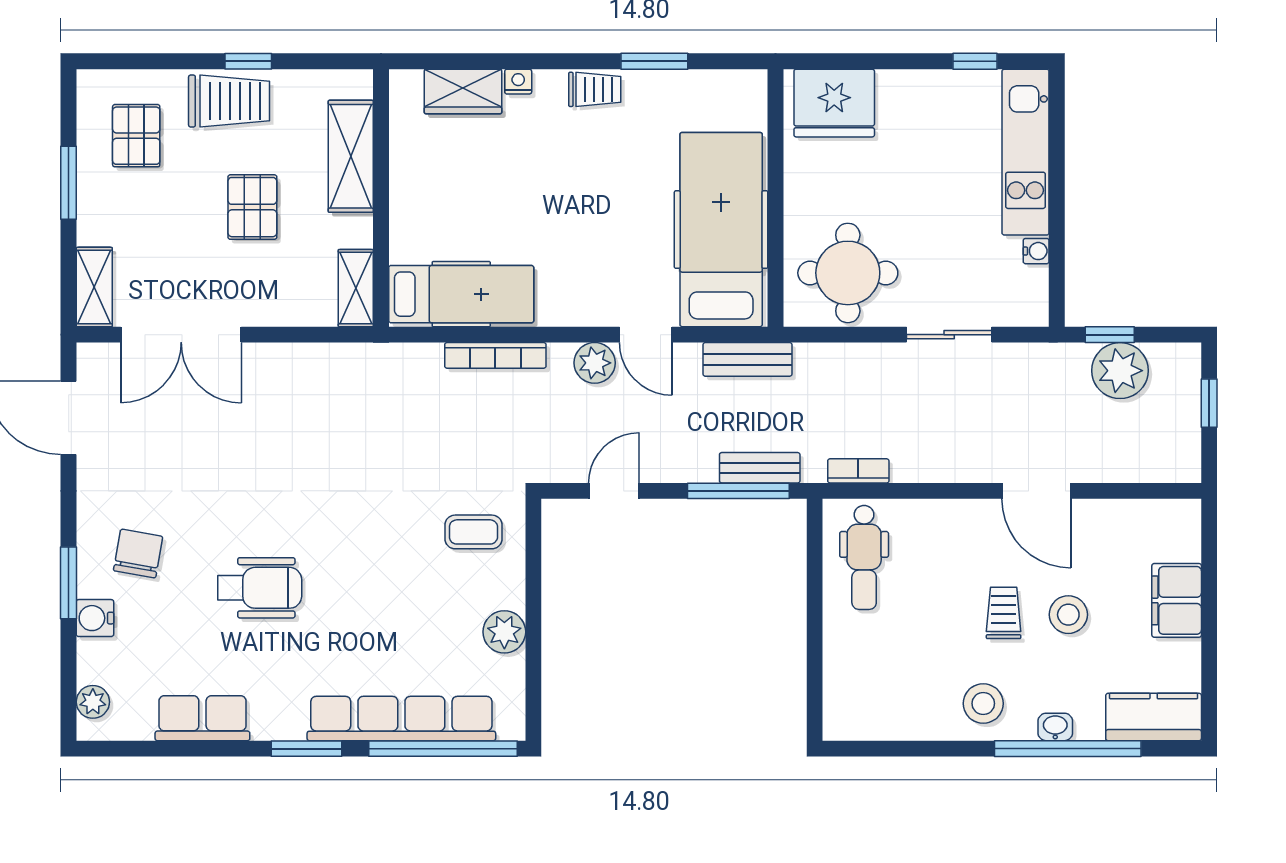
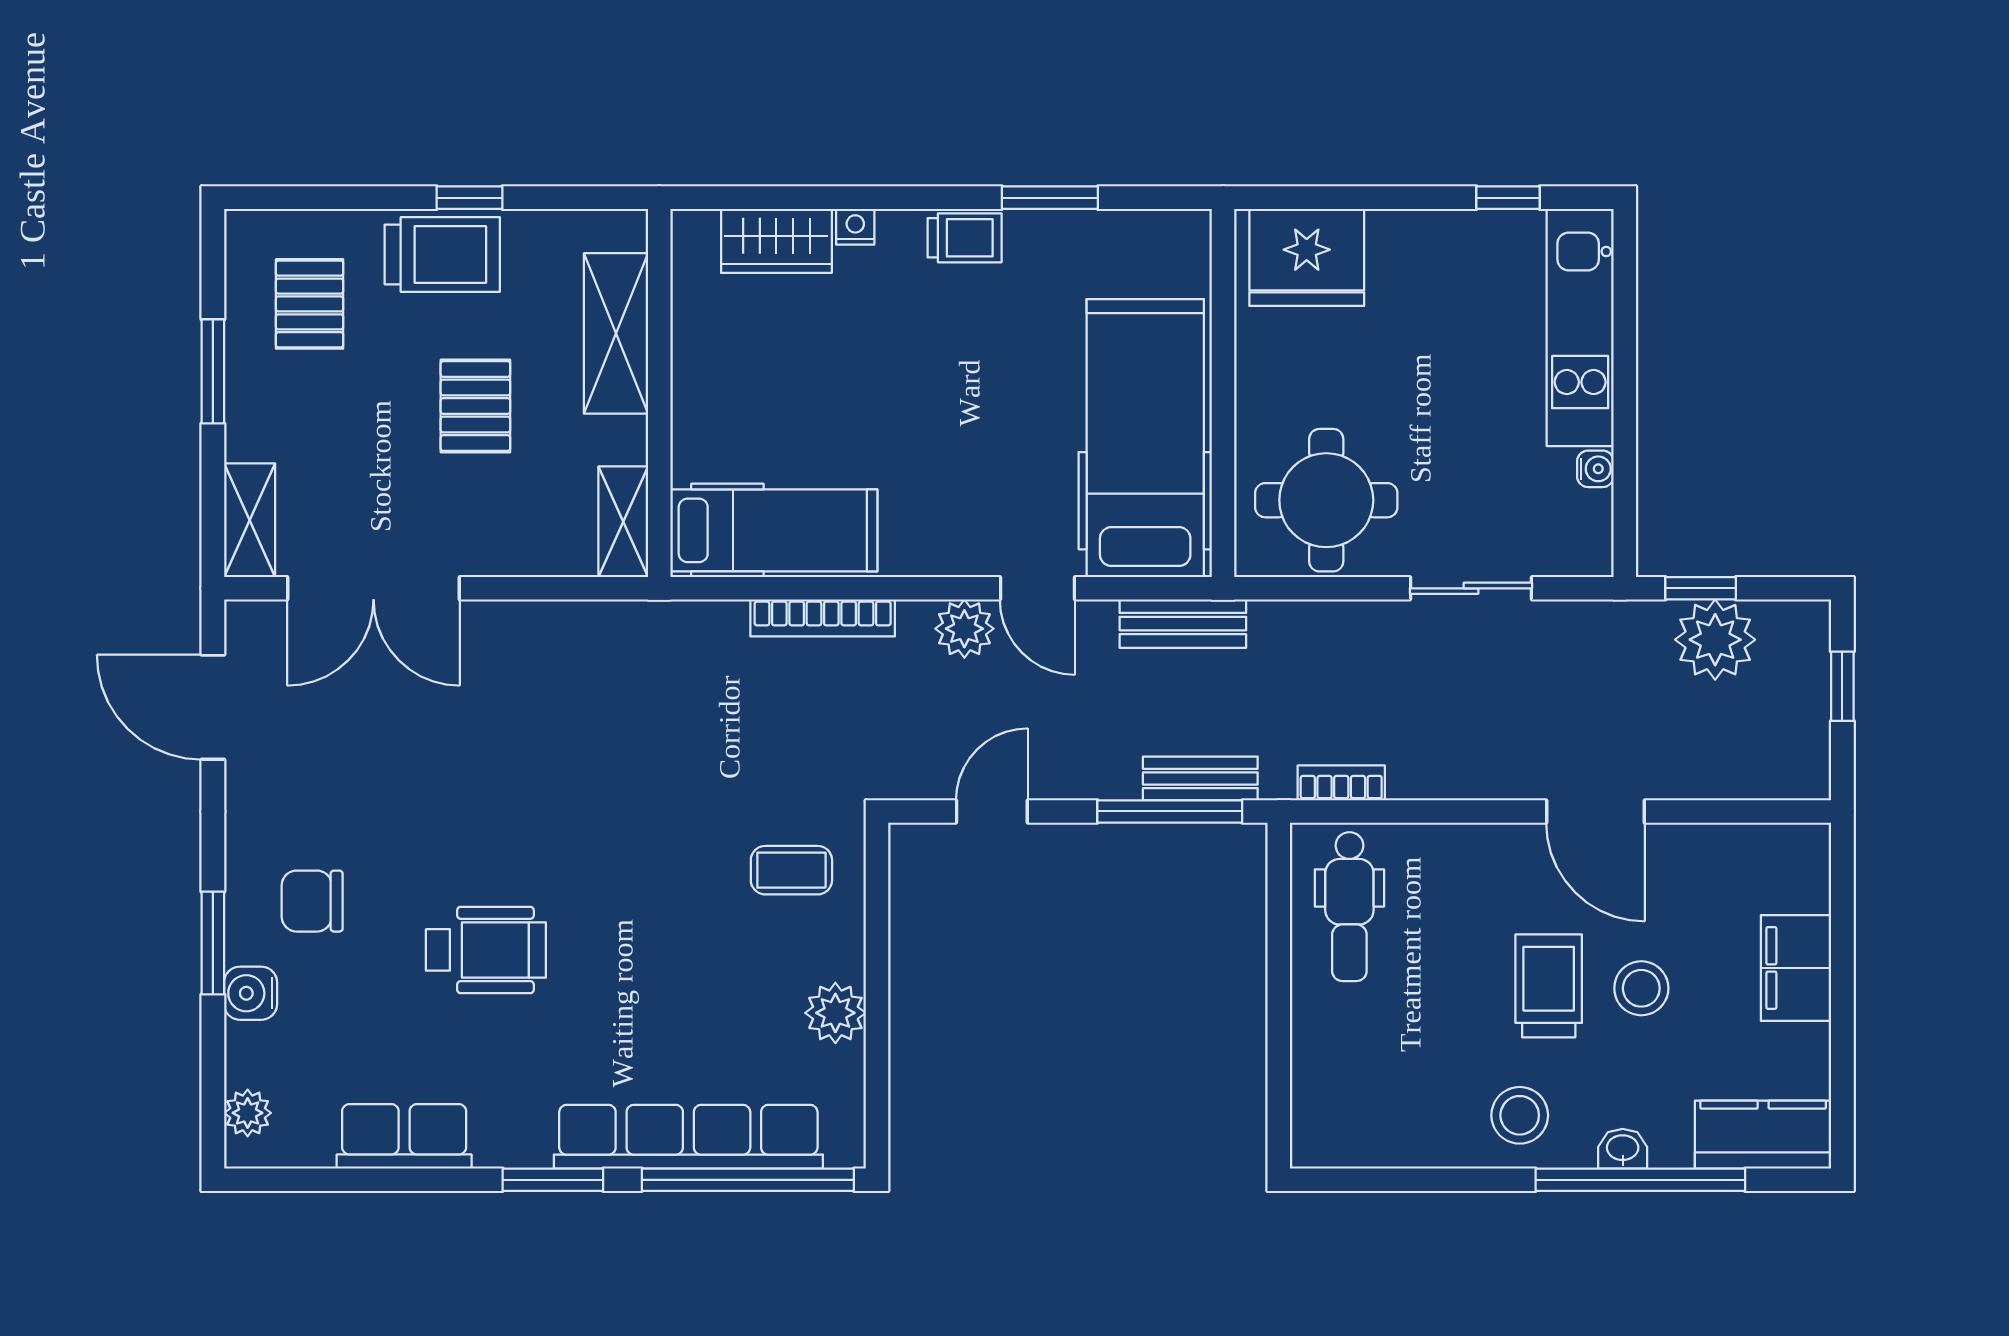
chair: (138, 554) -> (312, 901), turned -100
trolley: (1004, 613) -> (1549, 986), width x1.36, depth x1.39

